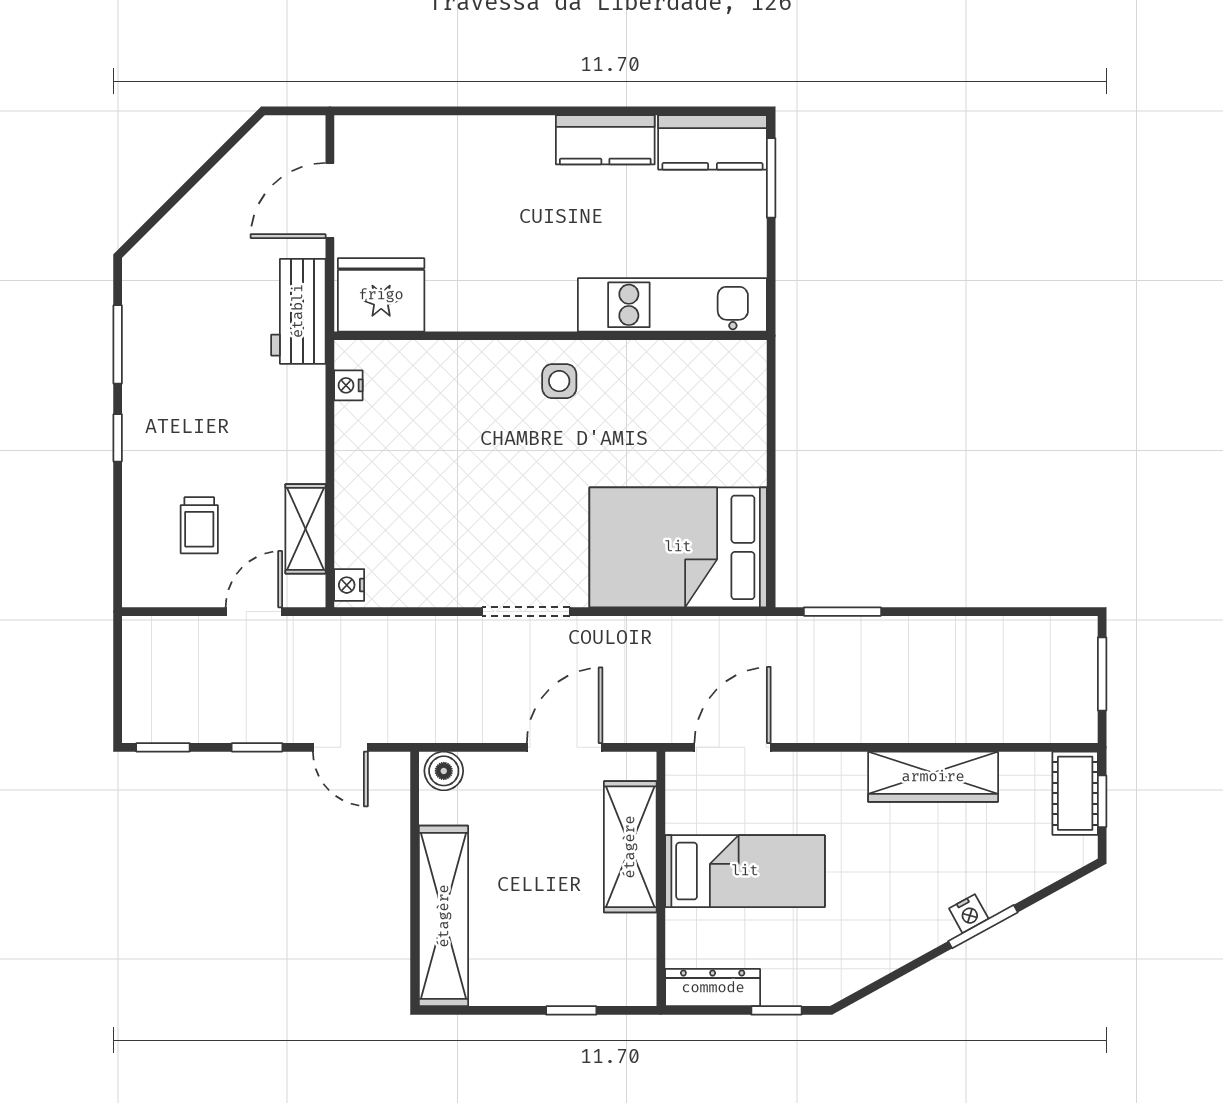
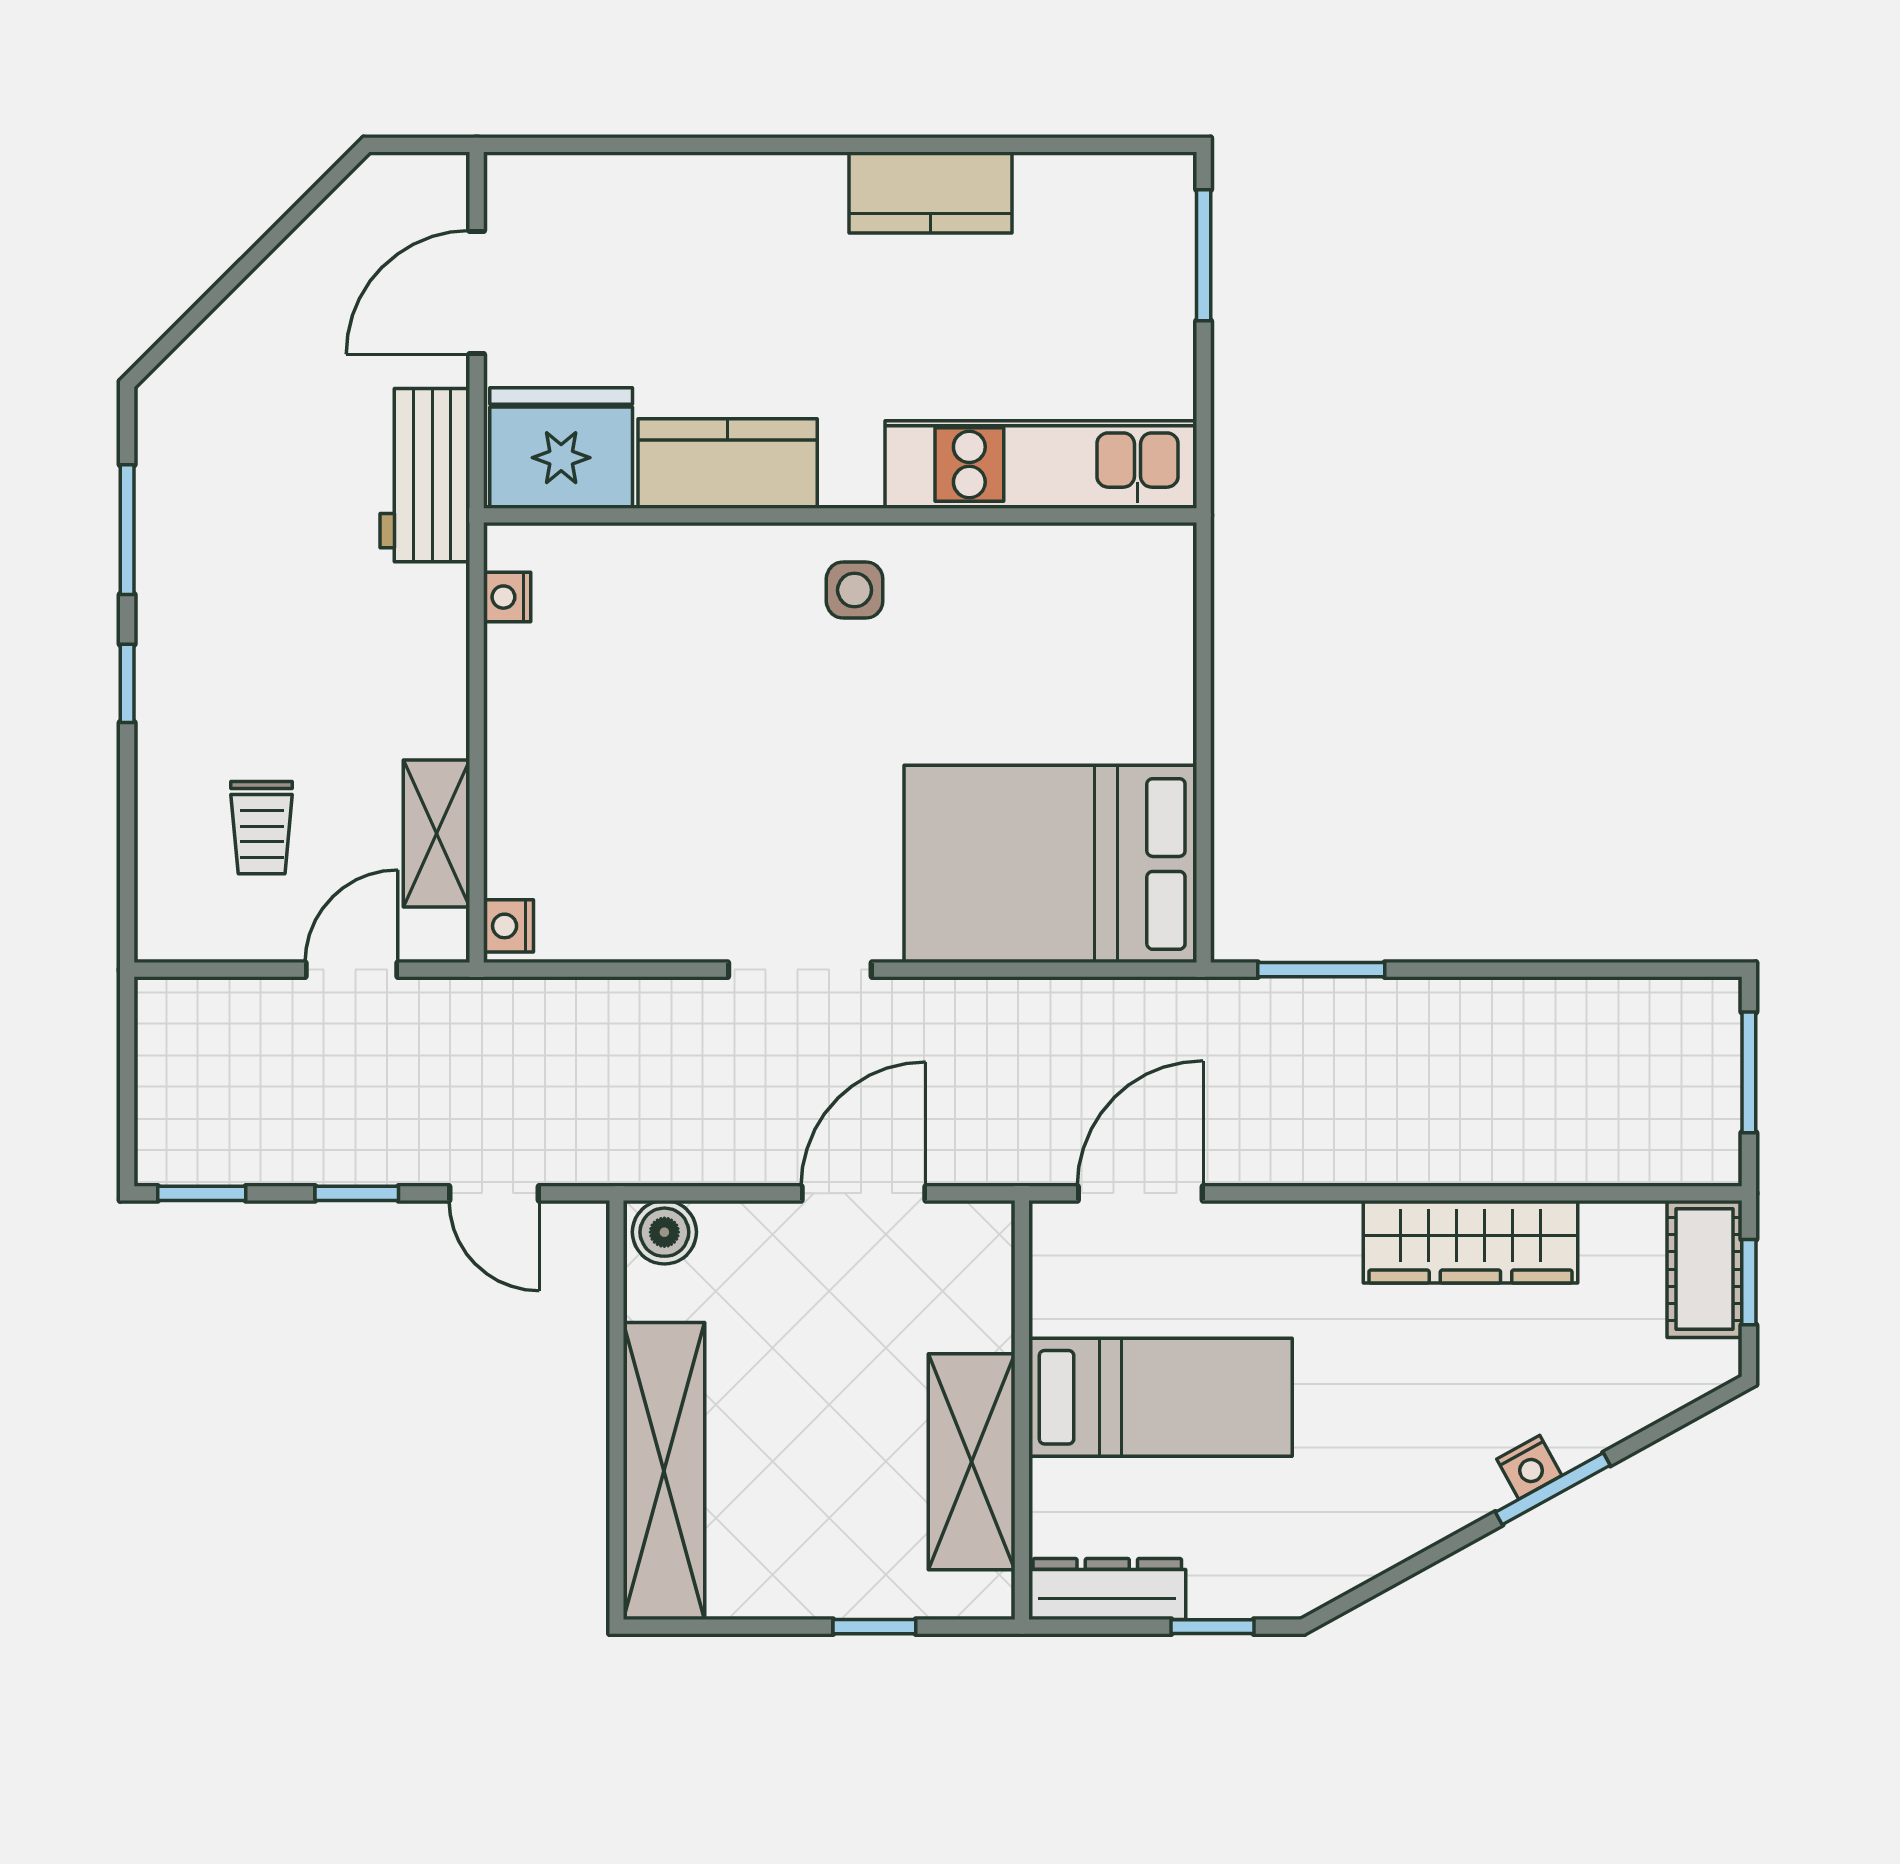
kitchen counter: (712, 142) -> (728, 464), moved, turned 180
shelving: (630, 847) -> (972, 1462), moved

